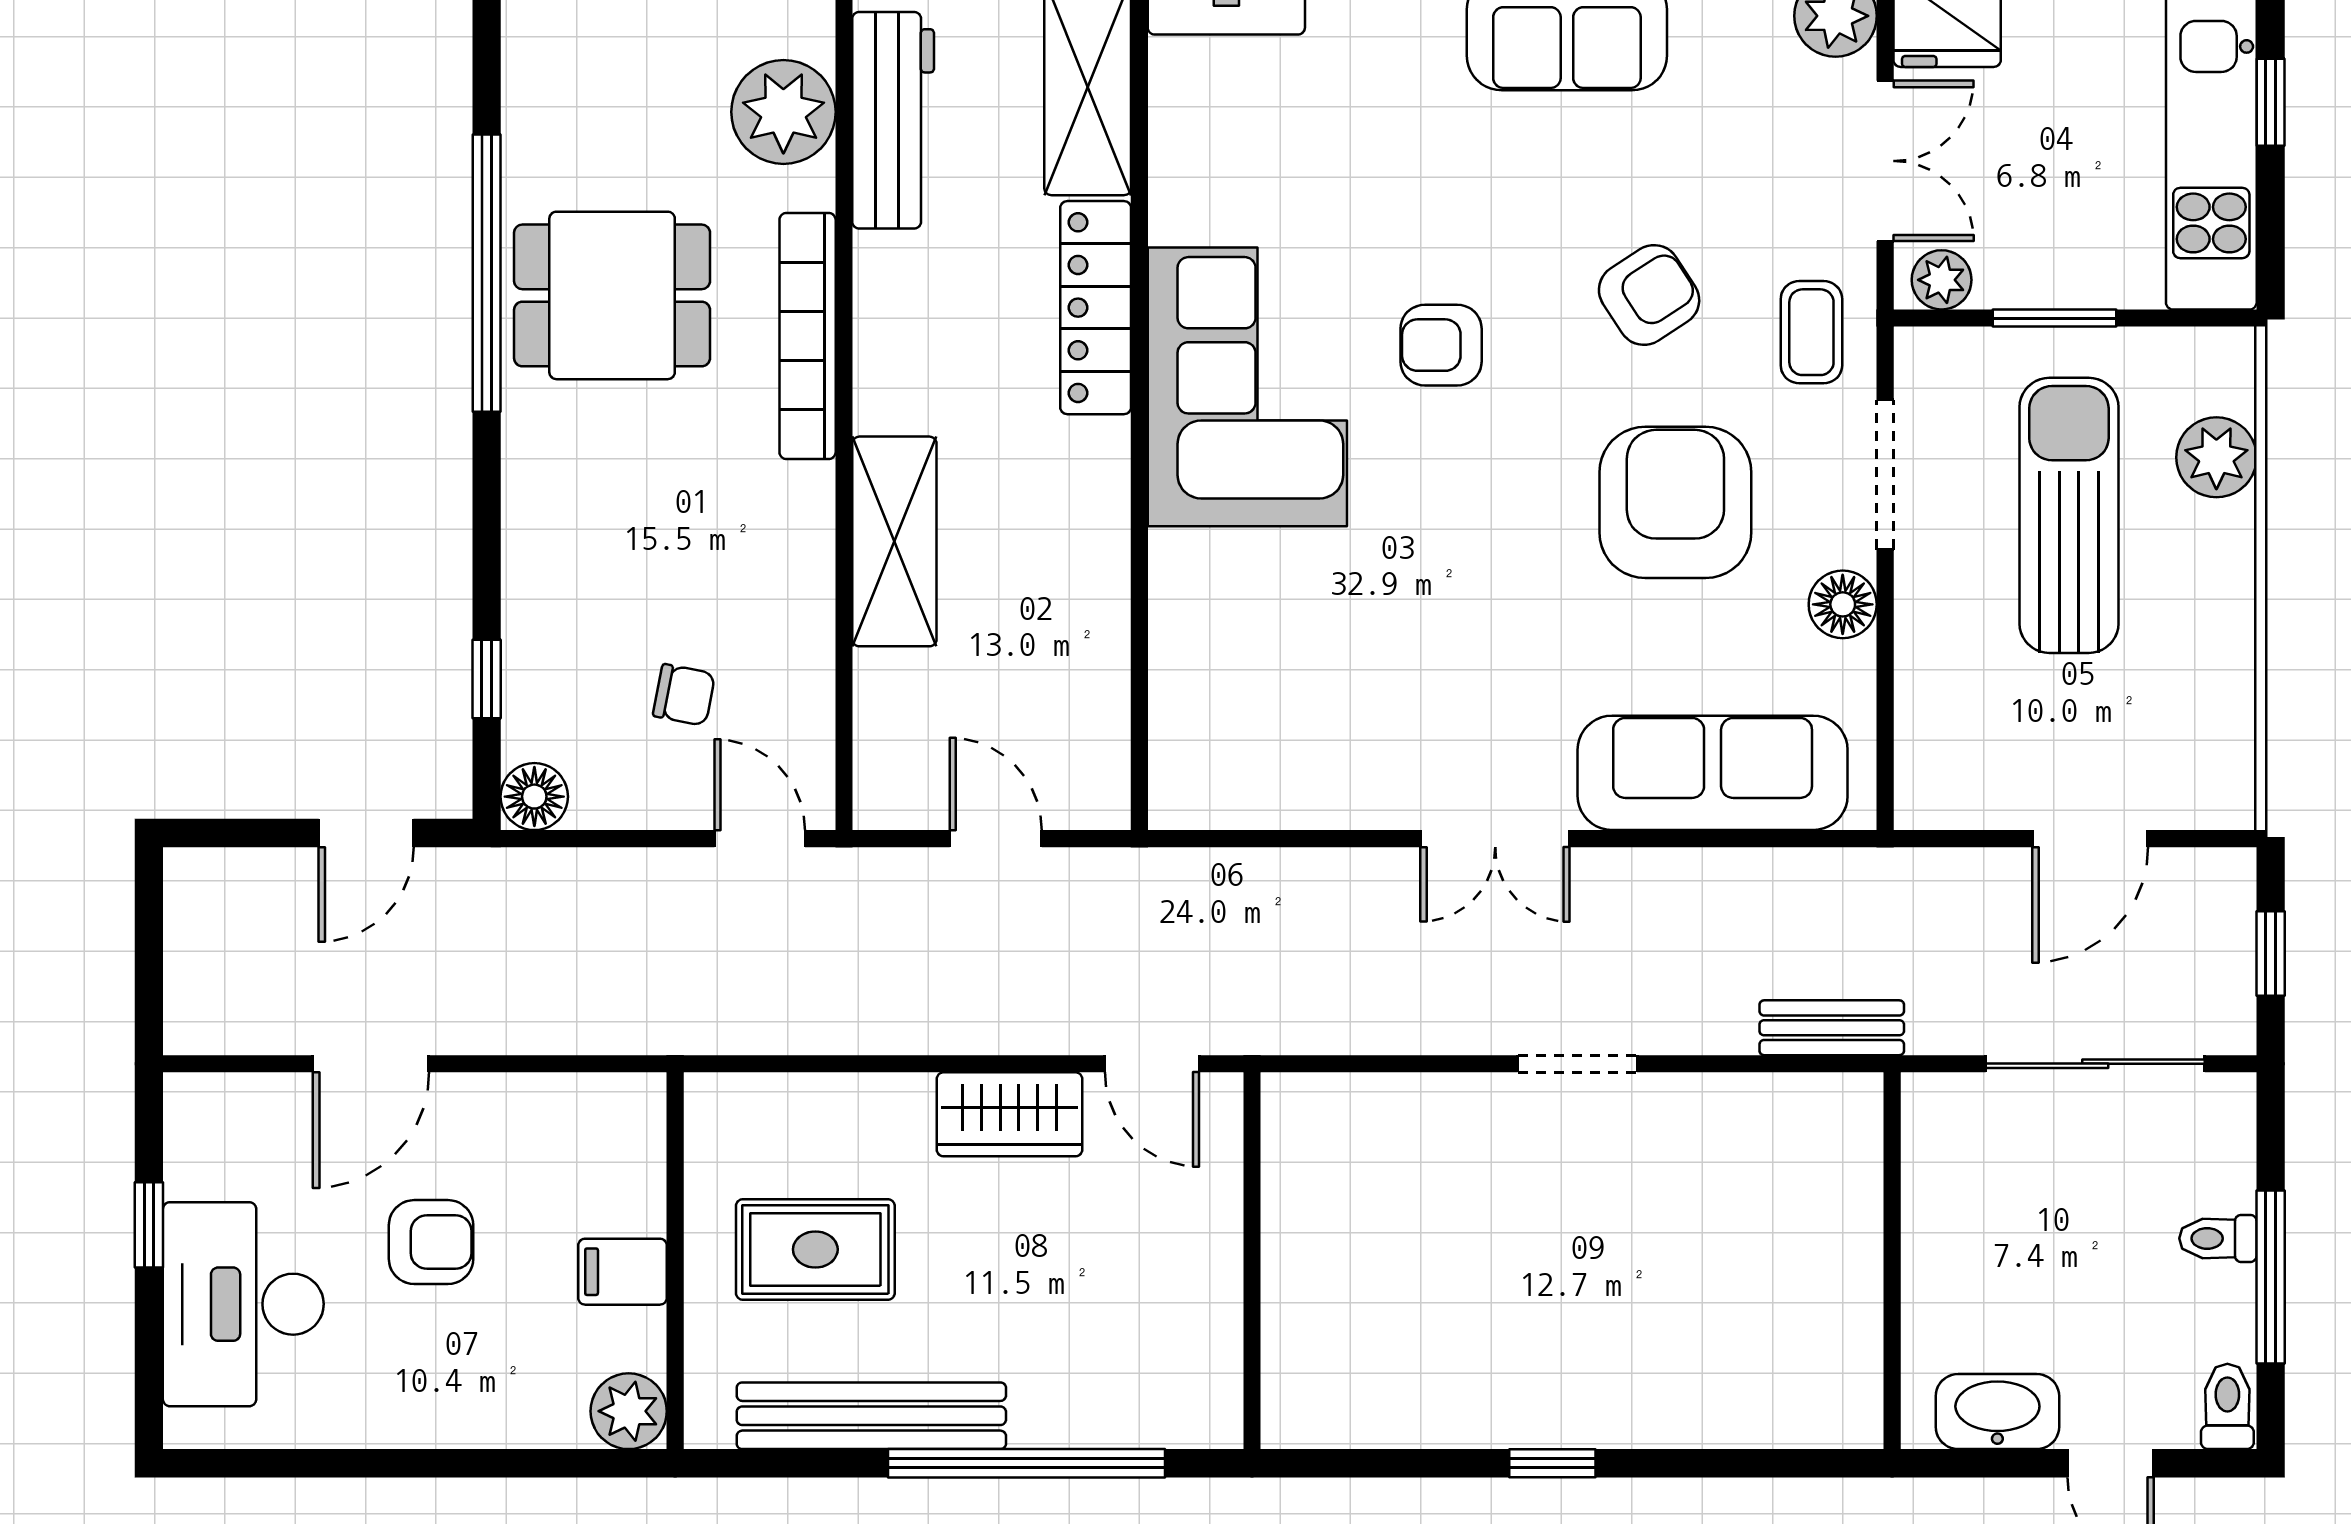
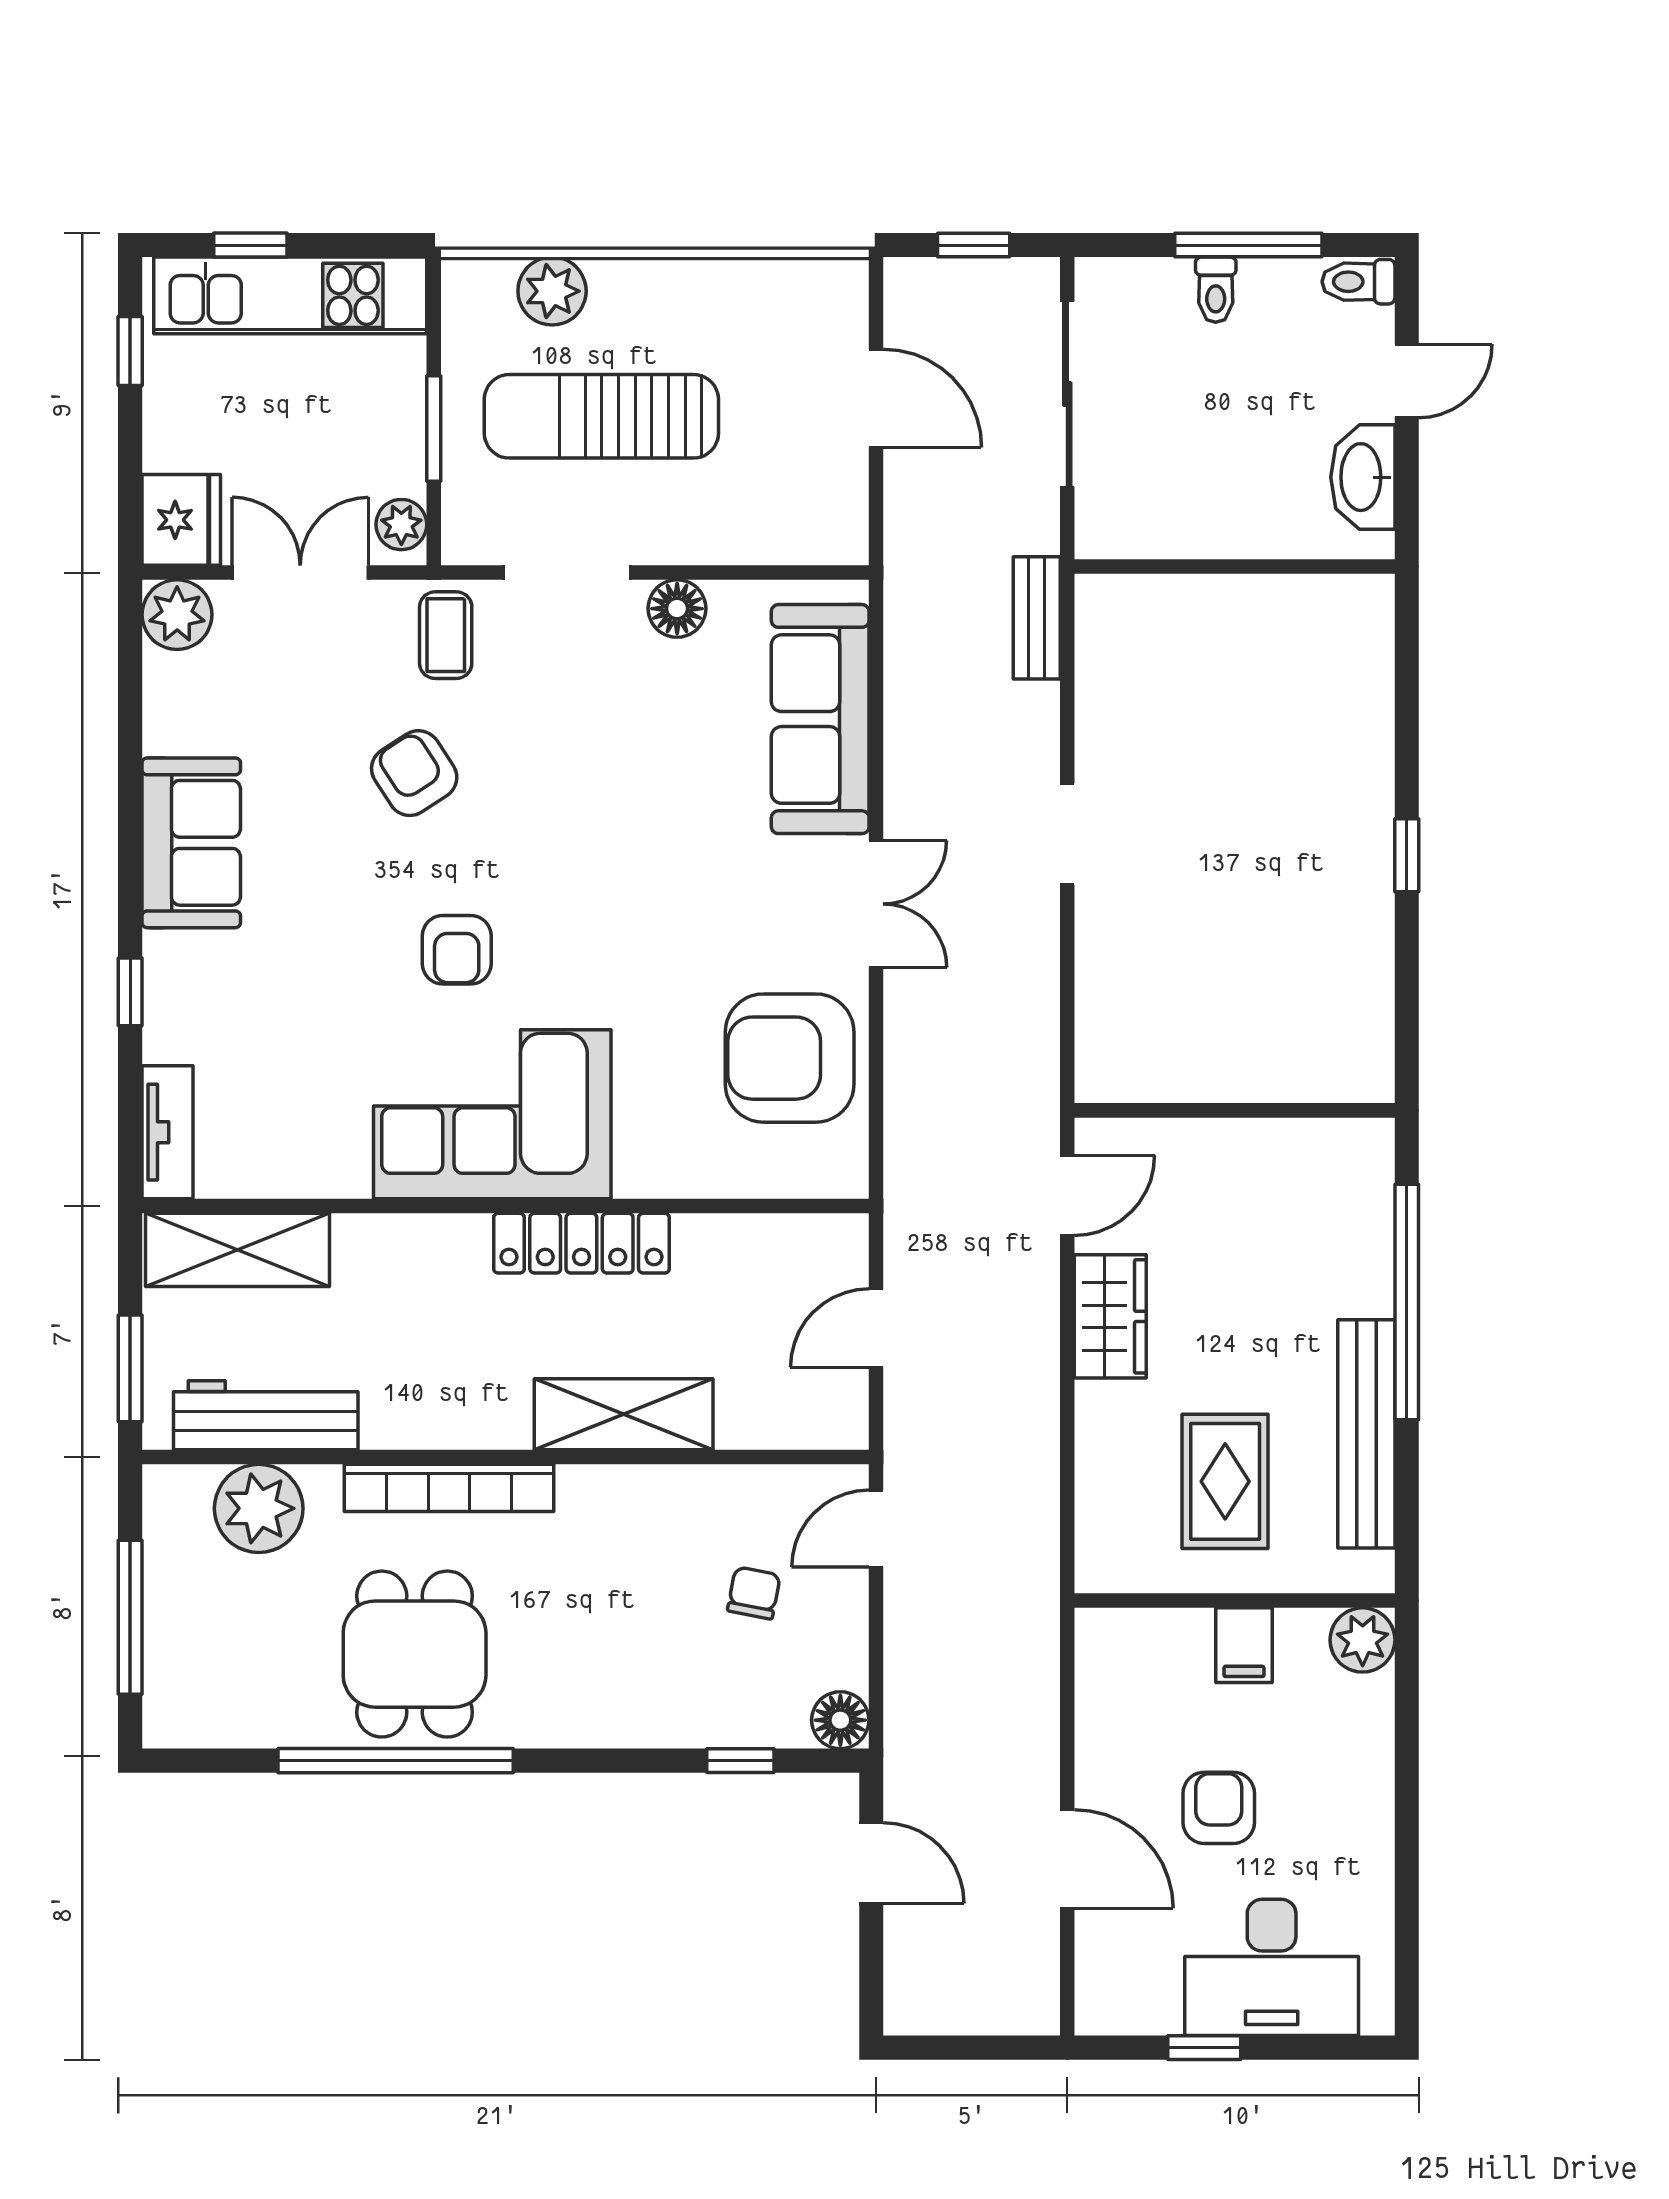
locker: (1096, 308) -> (581, 1243), moved
coffee table: (1811, 332) -> (446, 635), turned 90
armchair: (1675, 502) -> (790, 1058), moved

